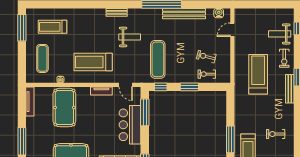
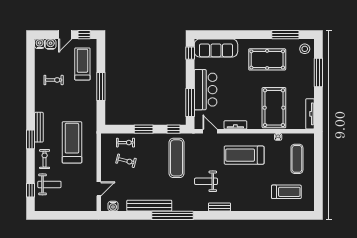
window: (22, 28) -> (318, 191), removed
treadmill: (93, 62) -> (244, 155), turned 180
treadmill: (258, 74) -> (72, 142), turned 180
window: (230, 139) -> (101, 86), moved

